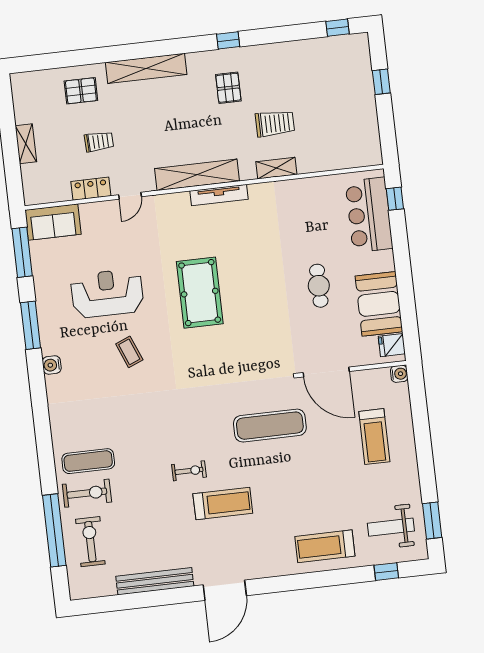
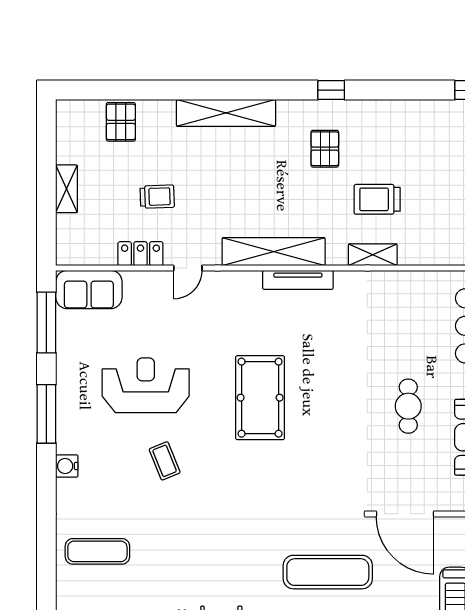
pallet: (81, 91) -> (121, 122), moved, turned 90
trolley: (275, 123) -> (377, 199), turned 180
exercise mat: (88, 461) -> (97, 551), moved

